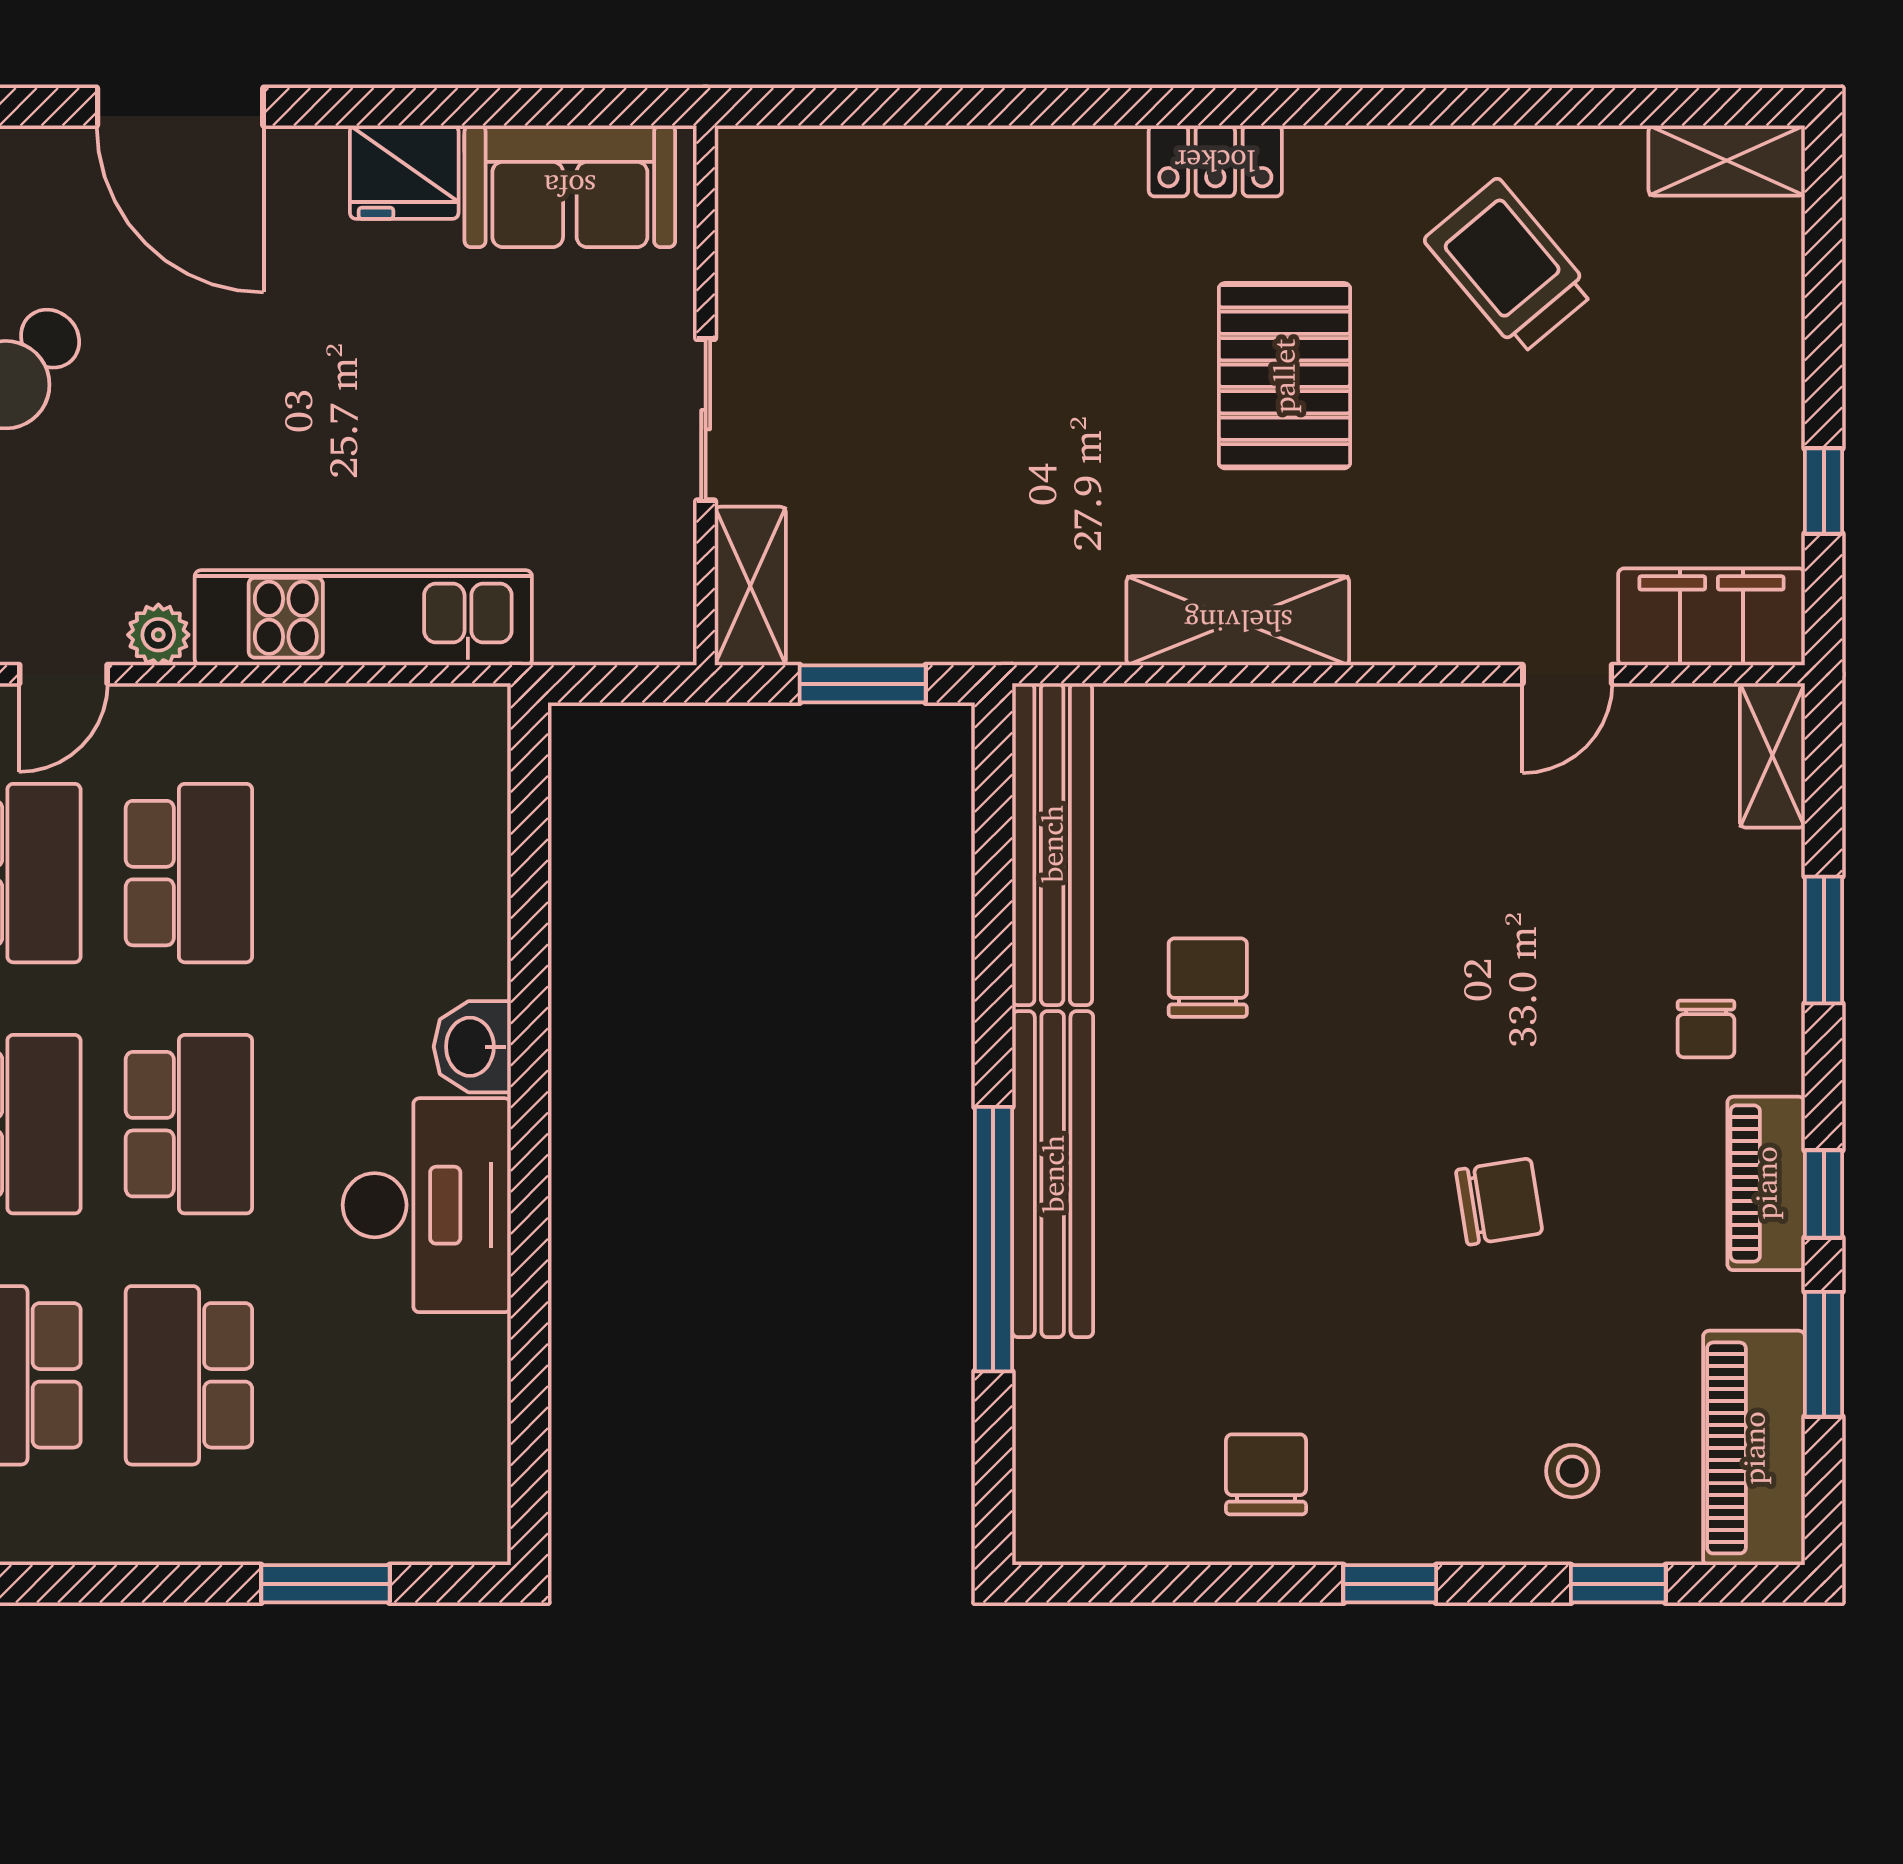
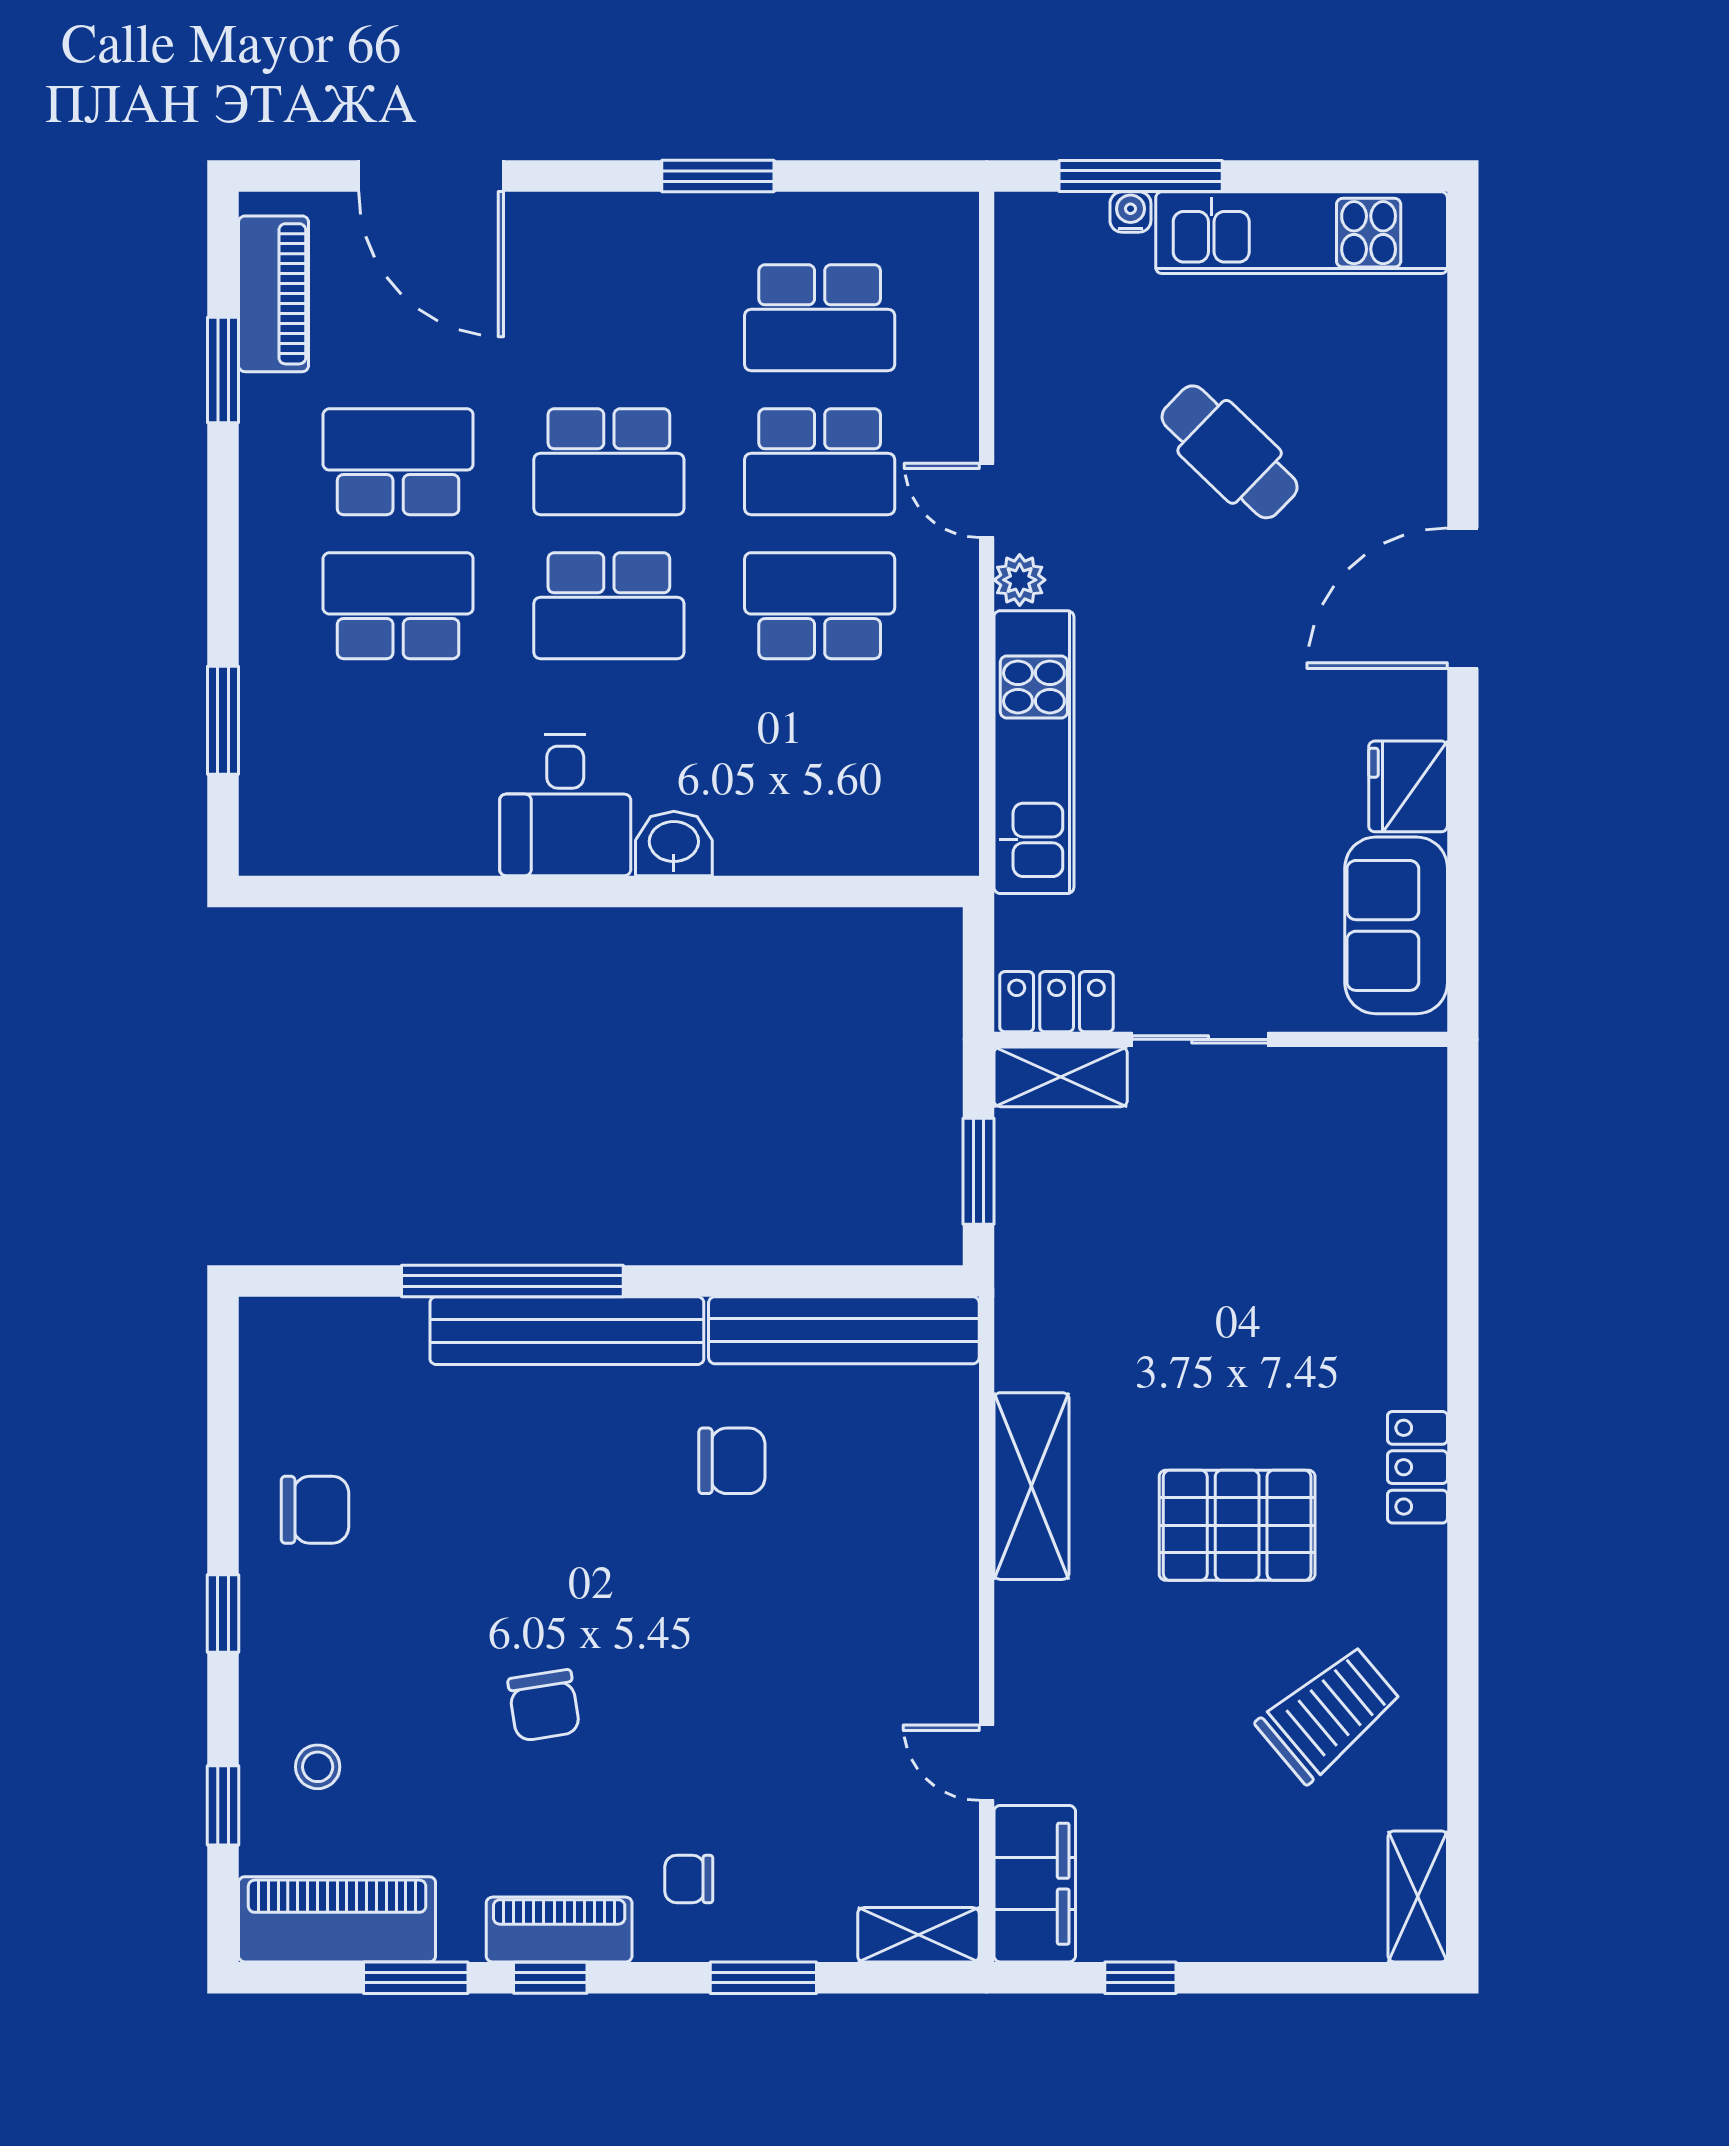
locker: (661, 591) -> (1057, 1002), added
school desk: (189, 873) -> (820, 606), turned 180
desk: (427, 1205) -> (565, 805), width x0.73

